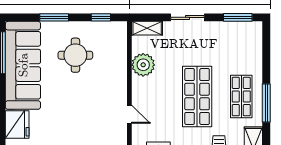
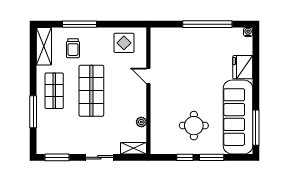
window: (101, 17) -> (185, 157), moved
plant: (143, 65) -> (141, 122), width x0.53, depth x0.53
window: (266, 103) -> (33, 112), moved

